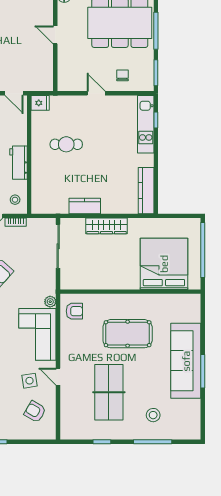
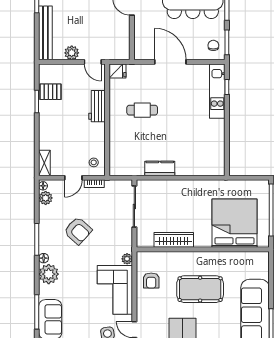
chair: (122, 75) -> (213, 45), moved
door: (96, 93) -> (170, 62), width x1.87
workbench: (18, 163) -> (97, 106), moved
kitchen counter: (146, 191) -> (218, 154), removed
wardrobe: (107, 226) -> (174, 240), moved, turned 180
armchair: (74, 311) -> (151, 280), moved, turned 90

